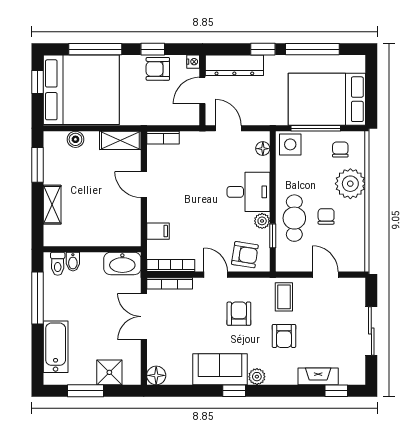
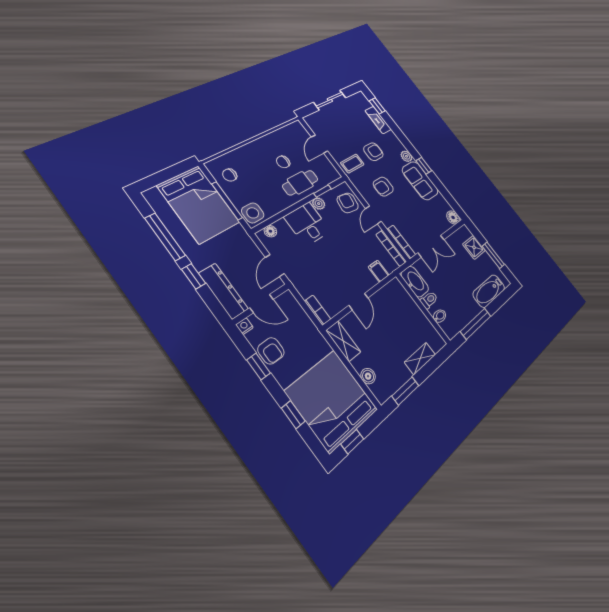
window: (95, 49) -> (293, 415), width x0.46
plant: (350, 184) -> (249, 156), removed
toilet: (58, 264) -> (429, 300), moved

